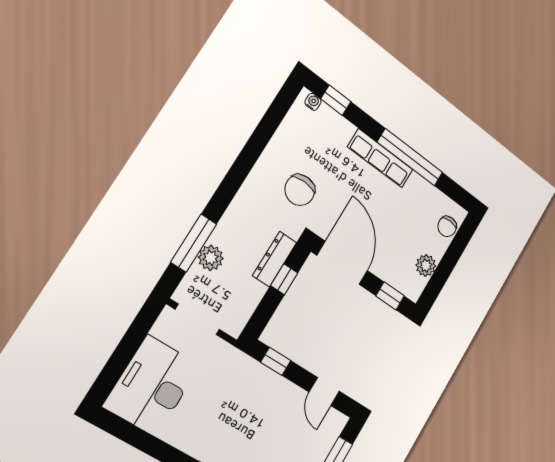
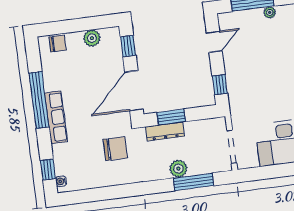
plant: (211, 258) -> (178, 169), moved
window: (284, 279) -> (171, 117), width x1.50

